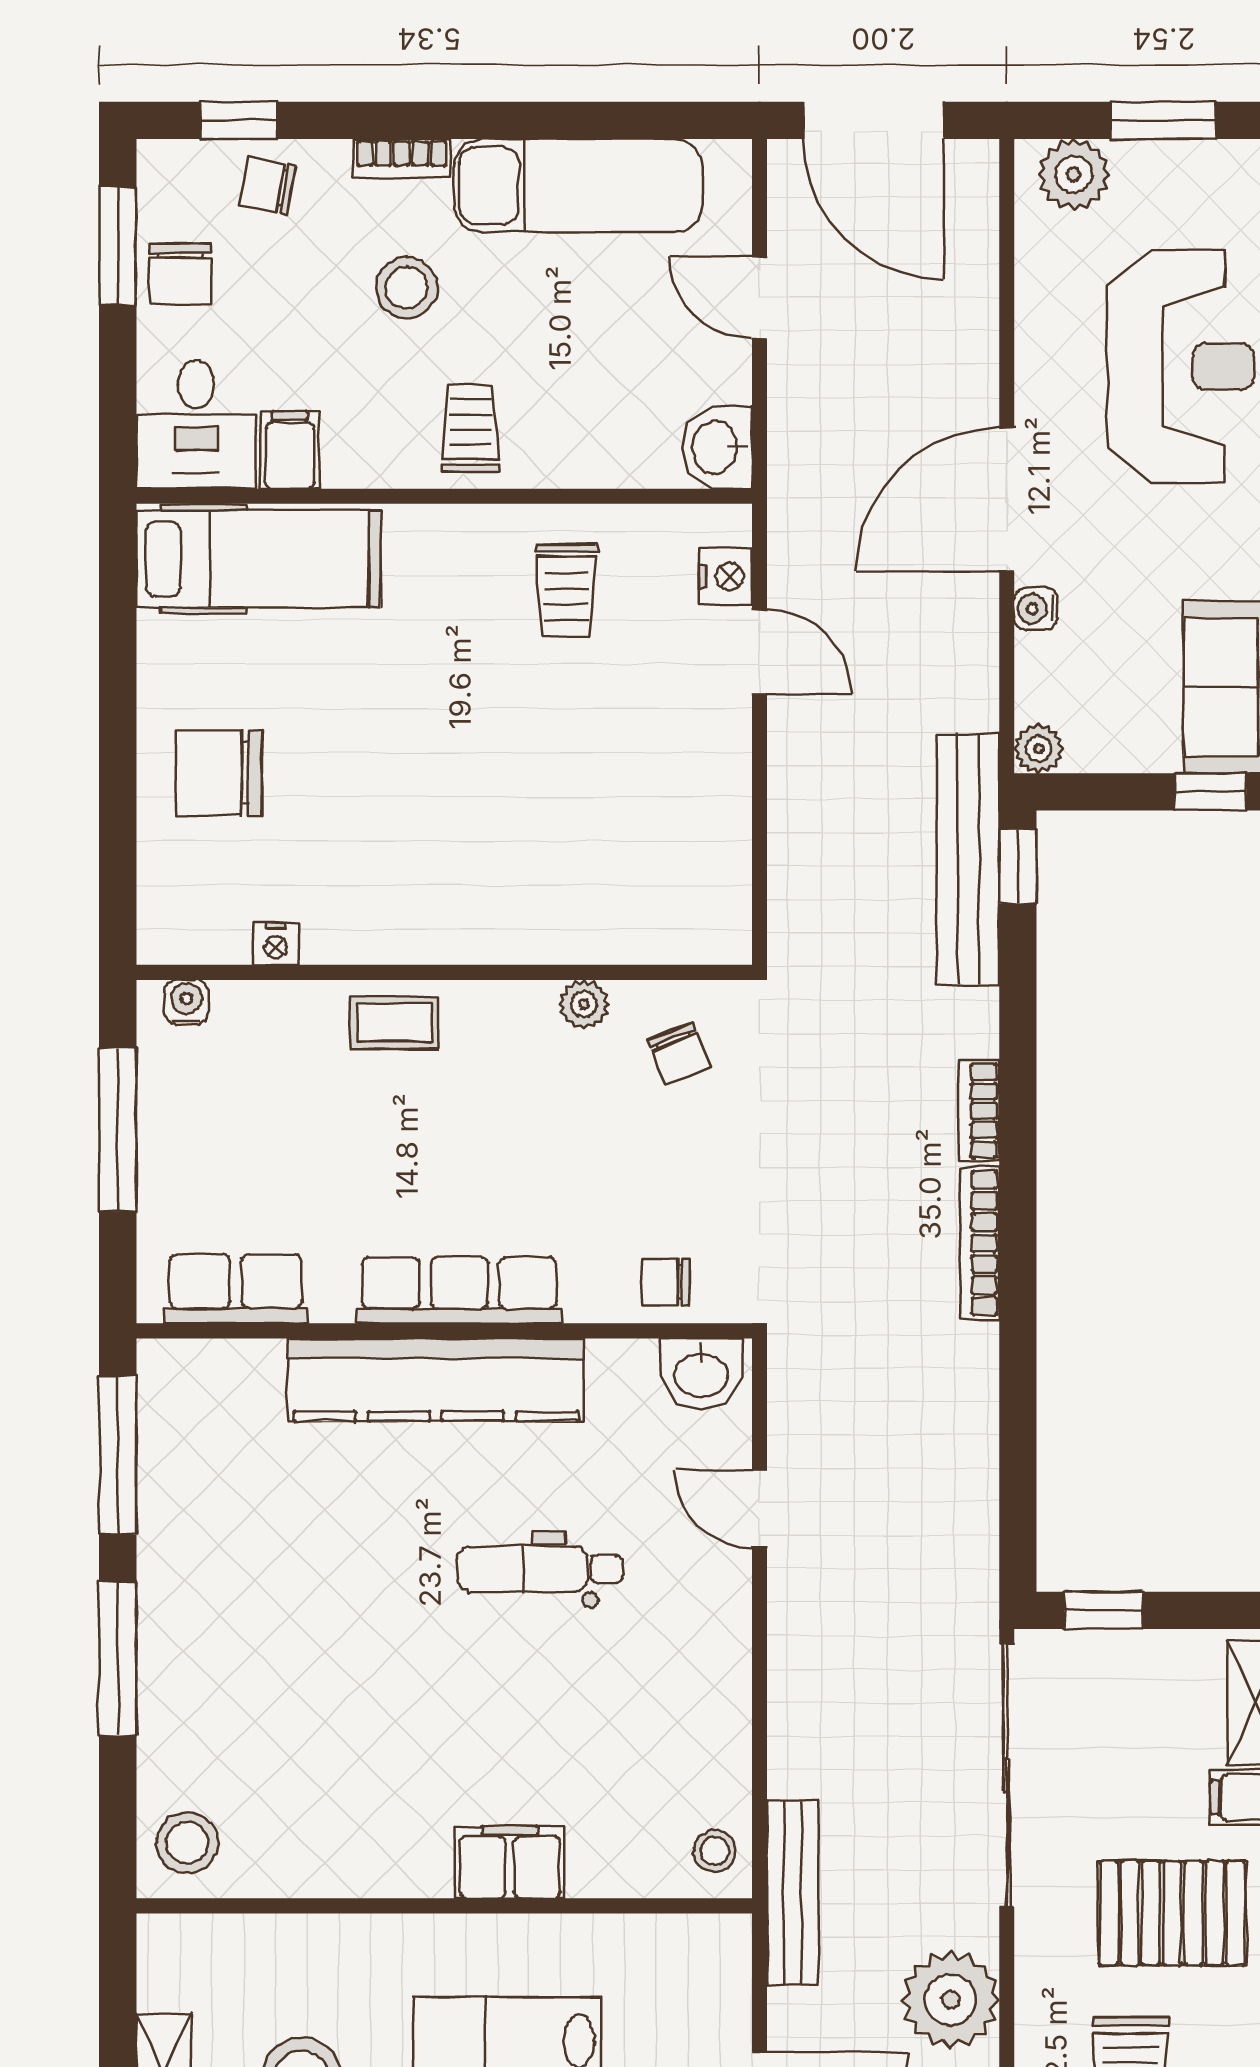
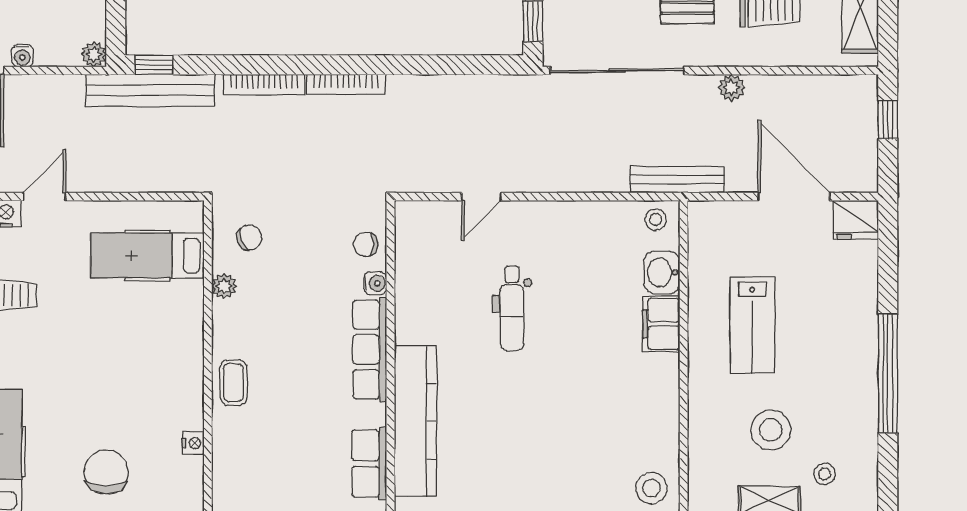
chair: (219, 773) -> (106, 472), turned 180
hospital bed: (644, 854) -> (147, 256), added
water cooler: (187, 1002) -> (375, 283), moved, turned 180
bookcase: (979, 1111) -> (264, 85), width x1.56
chair: (666, 1282) -> (366, 244), turned 90
washbasin: (701, 1373) -> (662, 272), moved, turned 180
kitchen counter: (436, 1380) -> (415, 421), moved
plant: (951, 2000) -> (731, 88), width x0.53, depth x0.53

